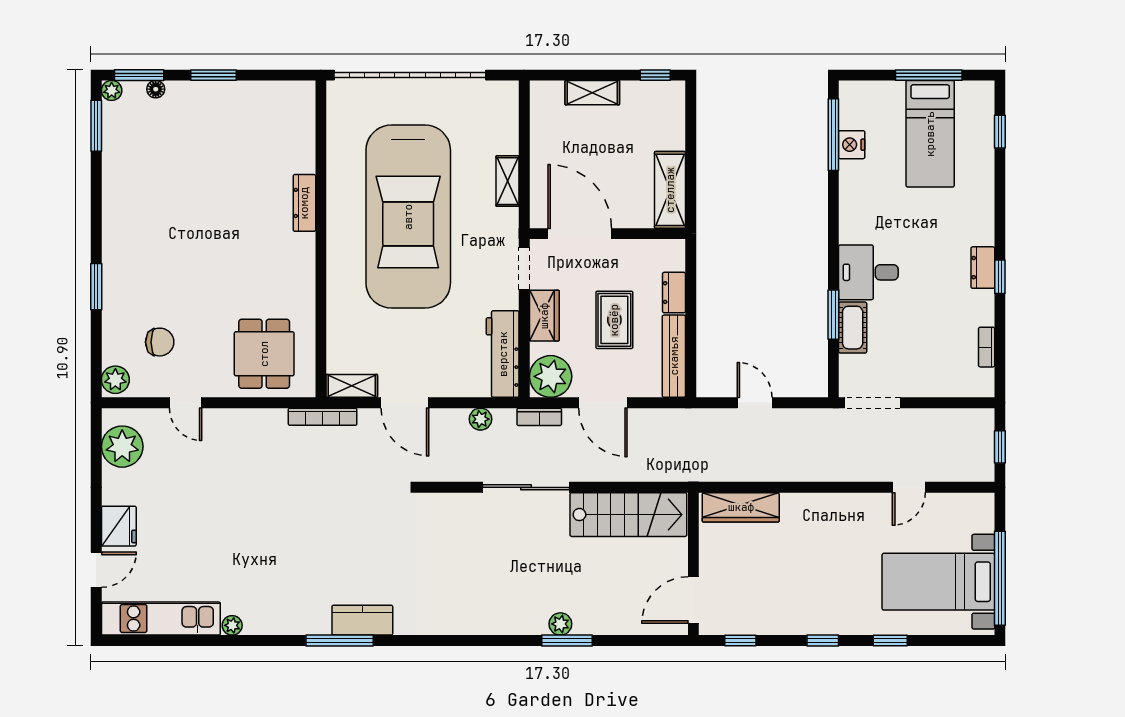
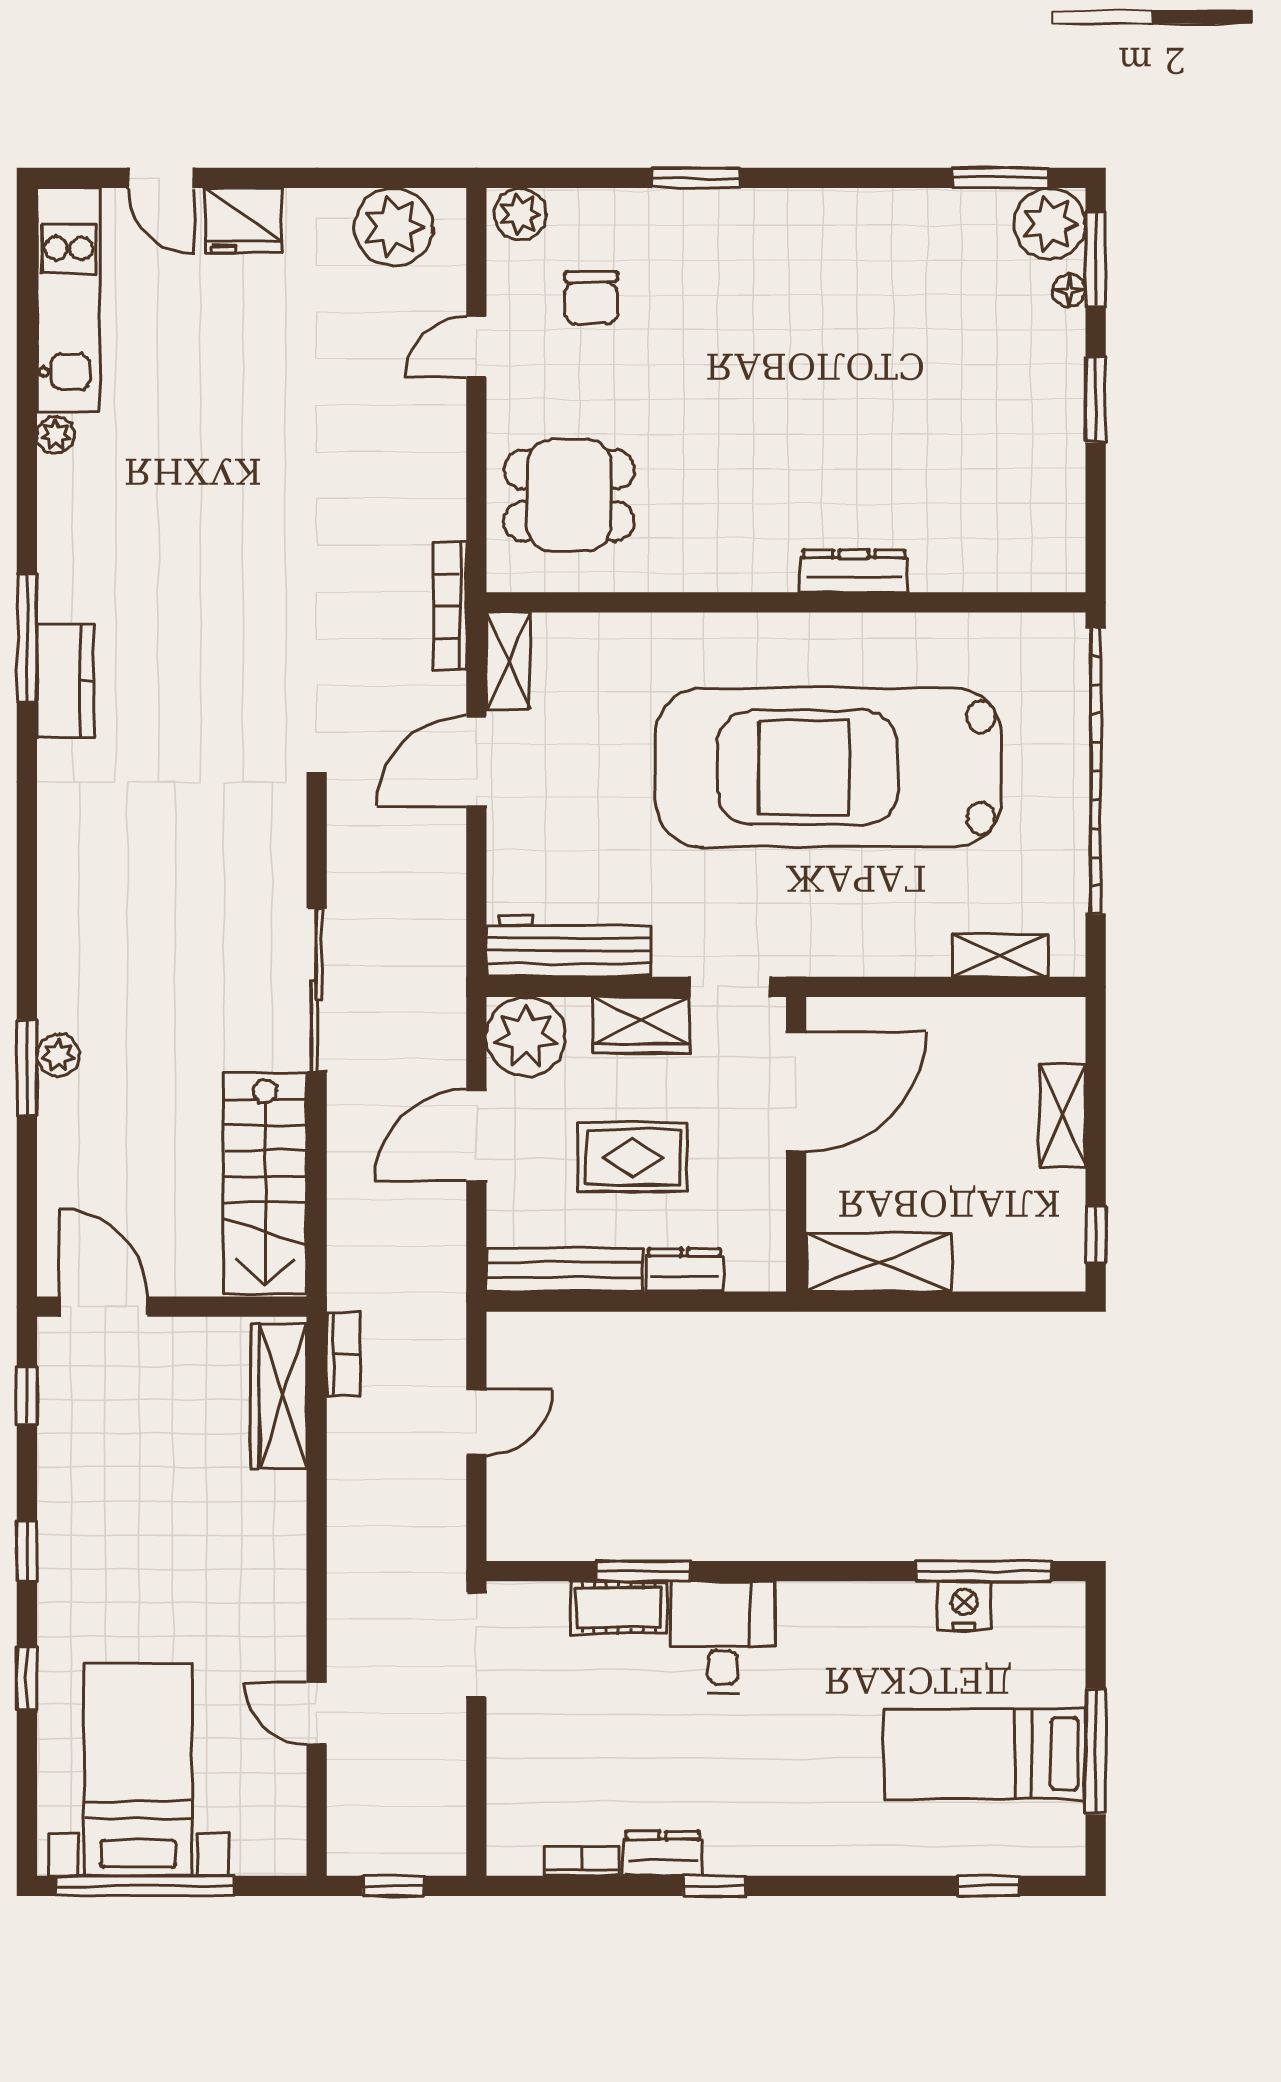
plant: (112, 90) -> (1050, 224), width x1.88, depth x1.88
shelving: (508, 181) -> (1000, 955), moved
dresser: (983, 268) -> (663, 1854), moved
bookcase: (539, 417) -> (343, 1354), moved, turned 180
plant: (480, 419) -> (446, 904), removed

